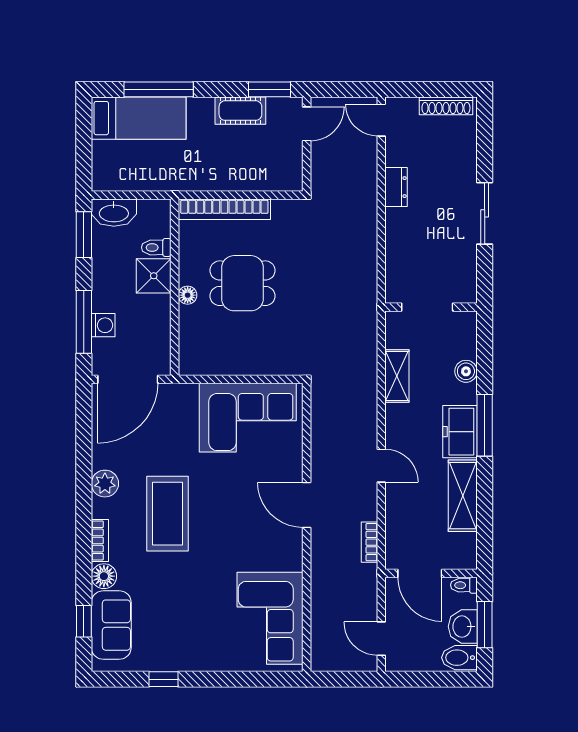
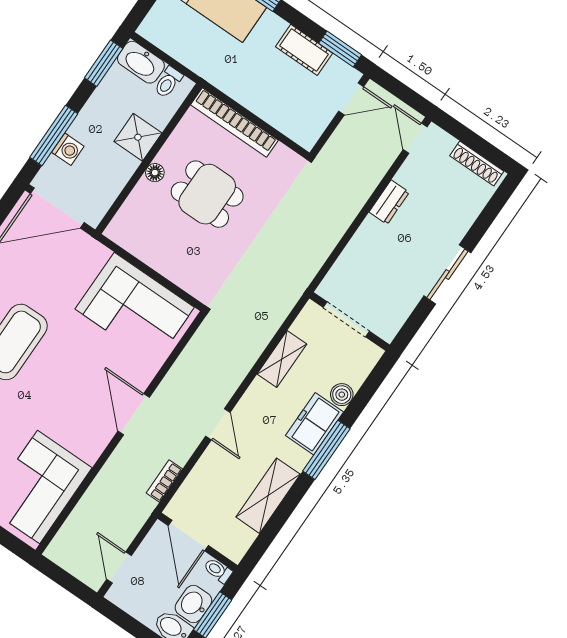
toilet: (156, 247) -> (168, 82), moved, turned -90
freezer: (460, 432) -> (314, 424), moved

